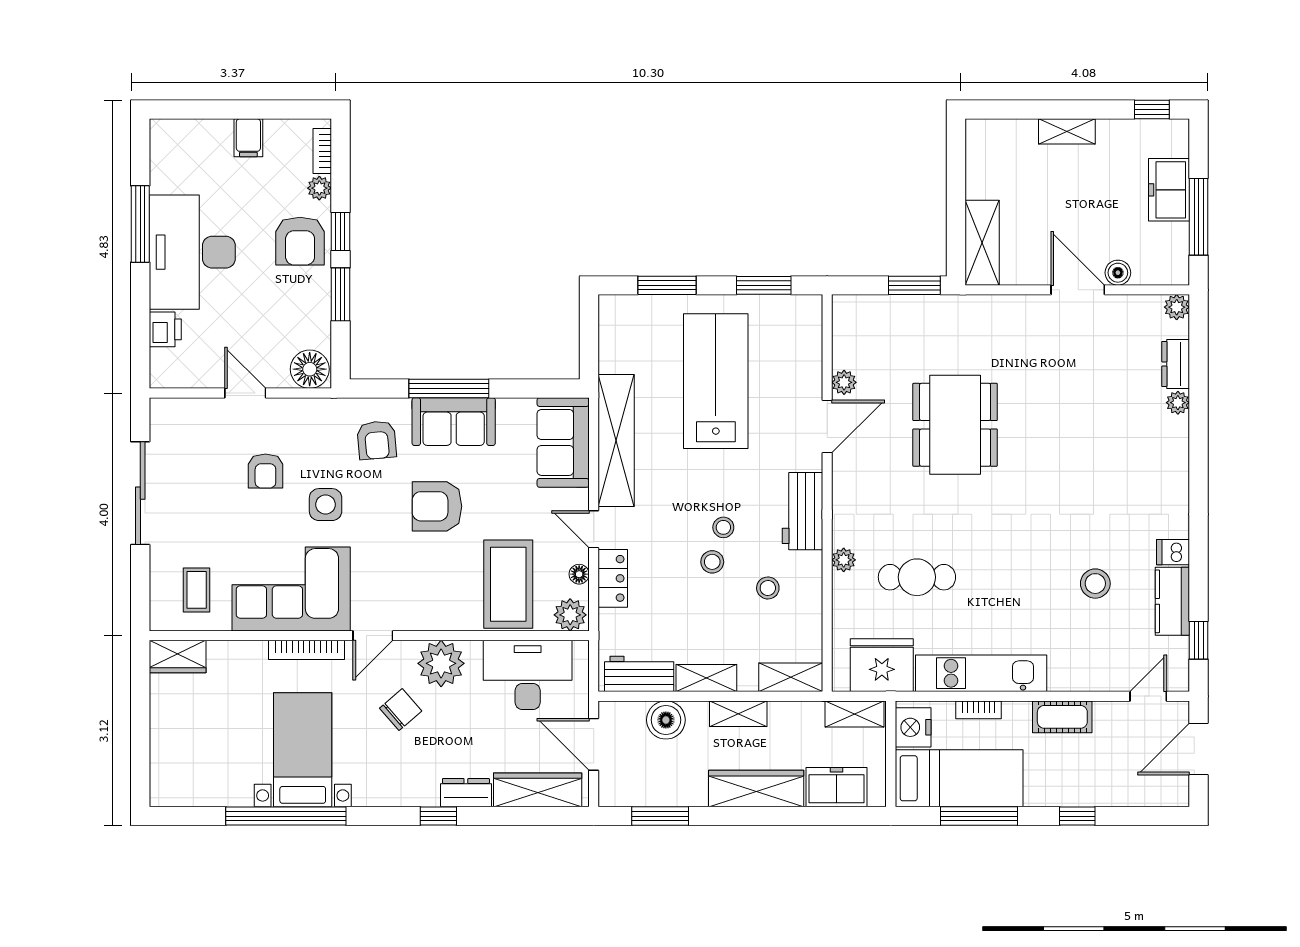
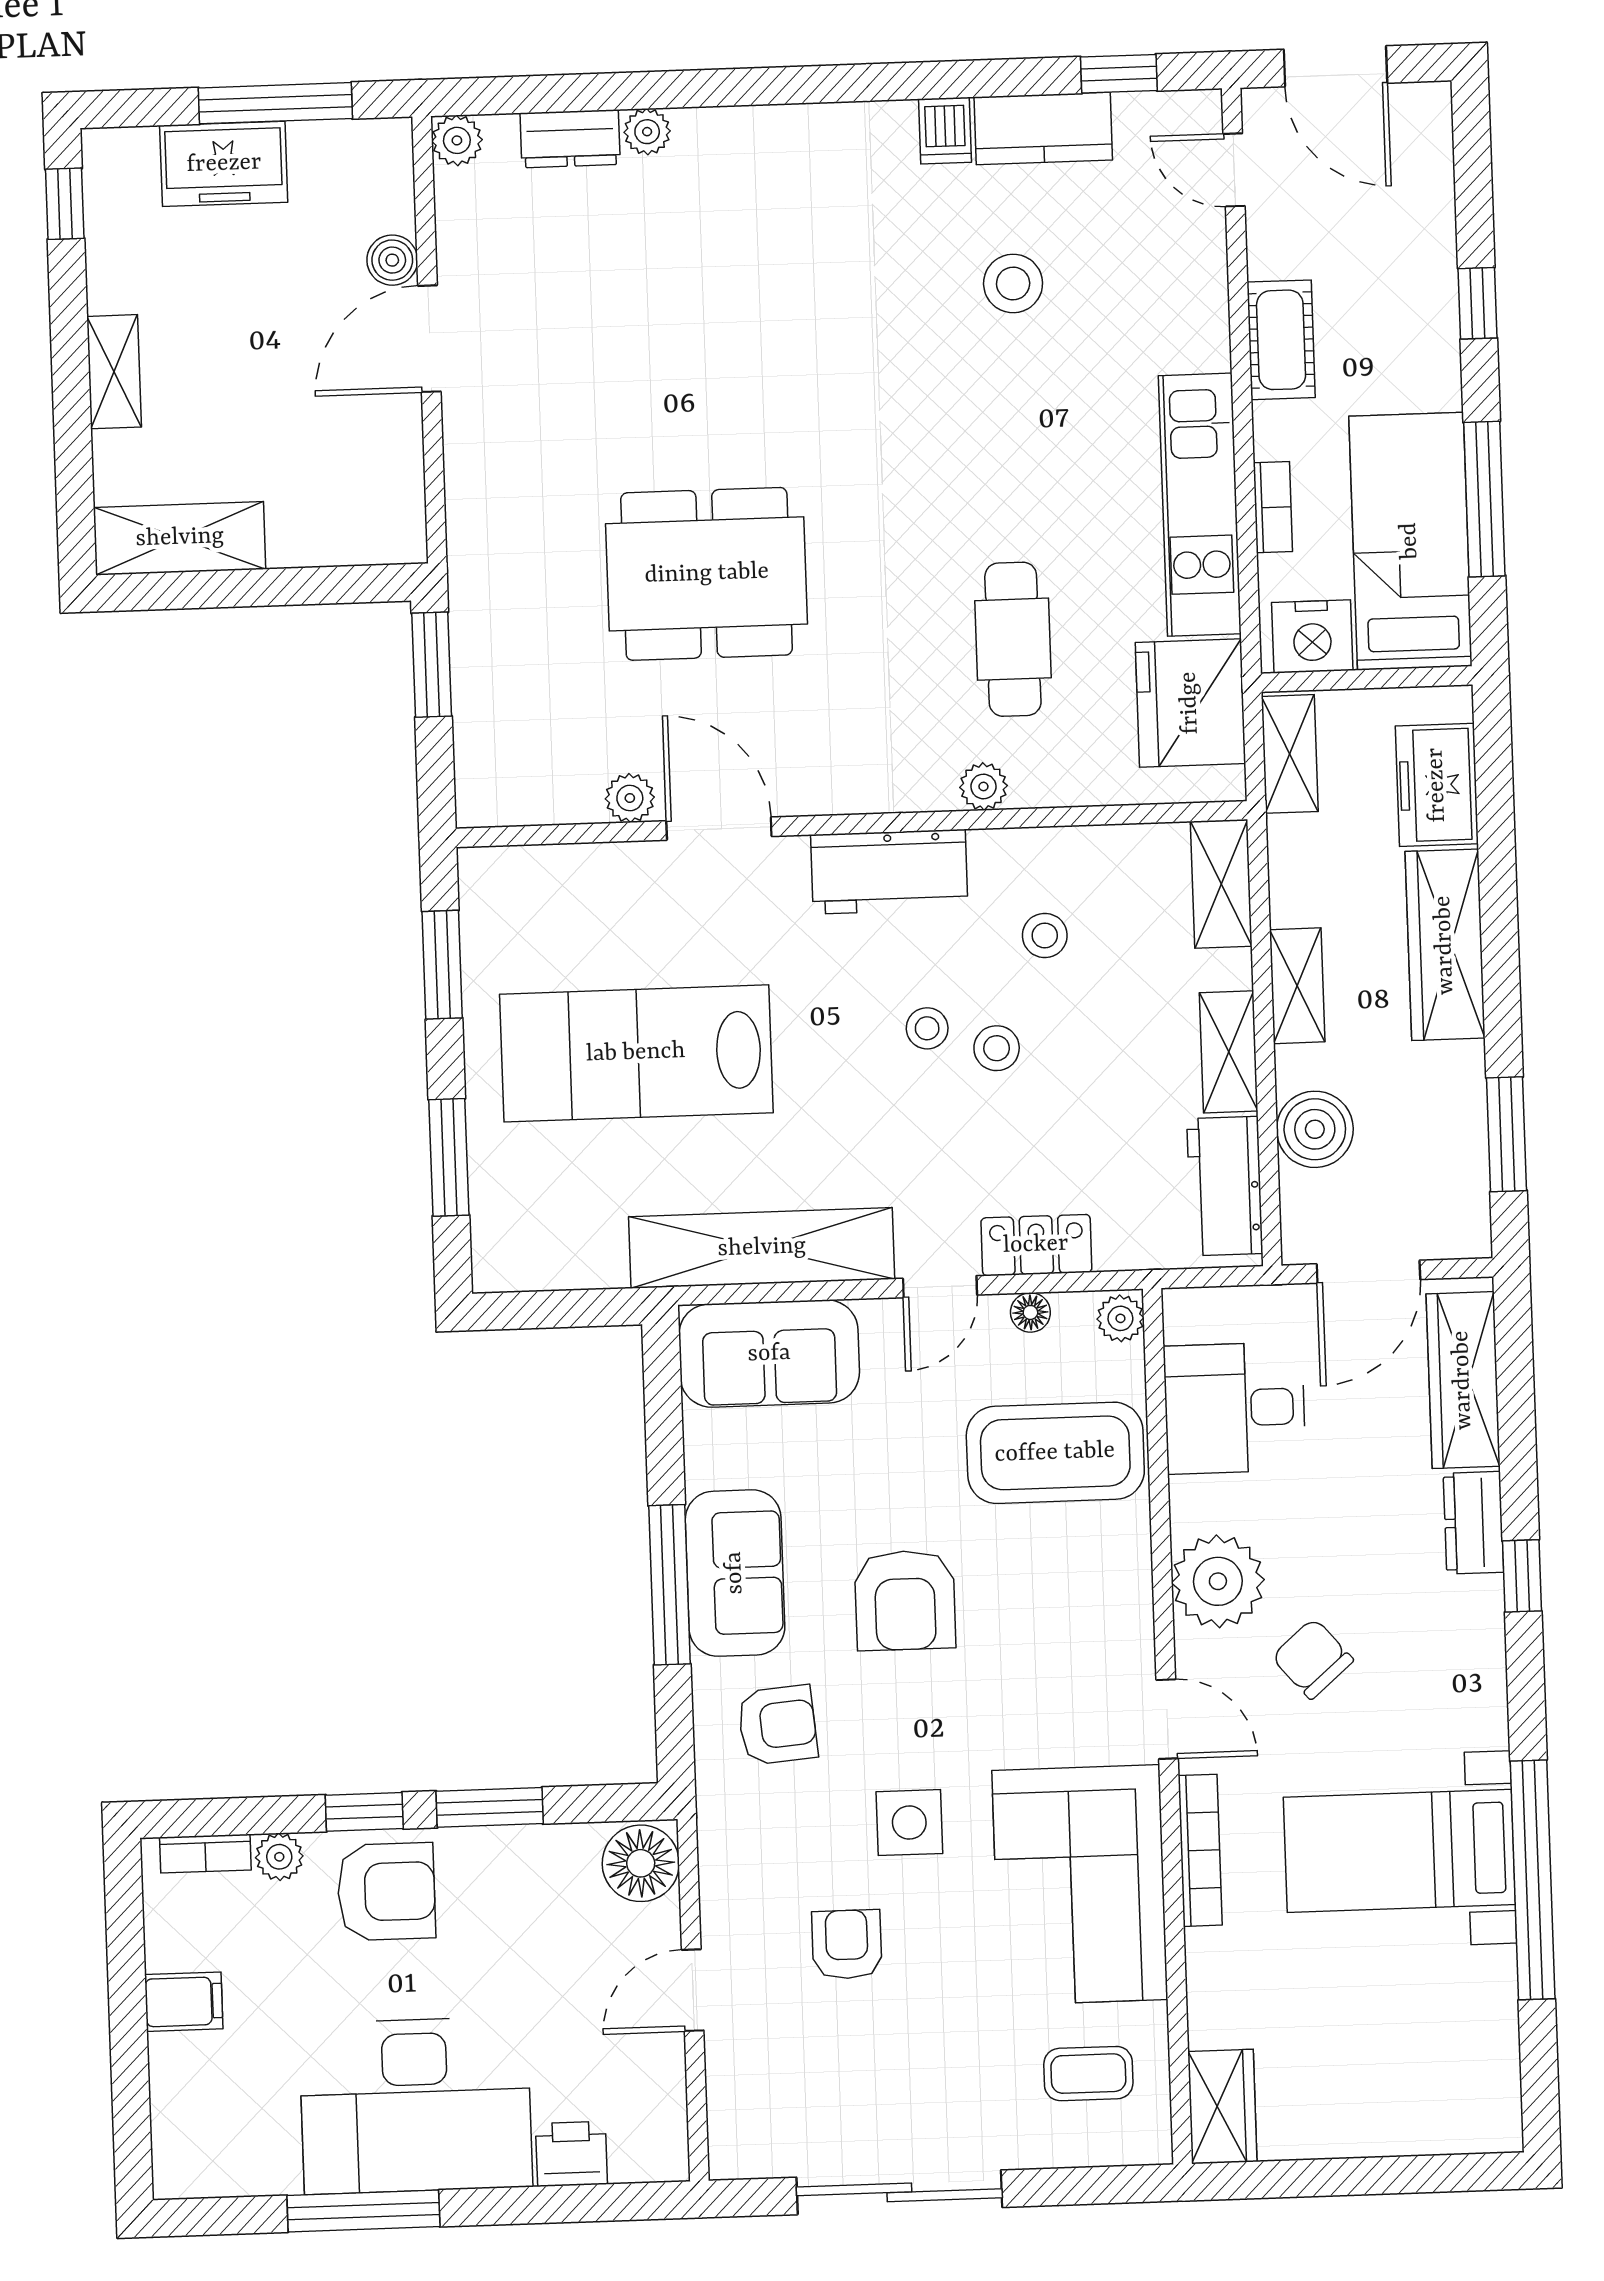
shelving: (982, 243) -> (180, 538), moved
armchair: (265, 471) -> (847, 1944), turned -90
plant: (570, 615) -> (1120, 1318), width x0.73, depth x0.73
desk: (528, 675) -> (1235, 1408), width x0.73

